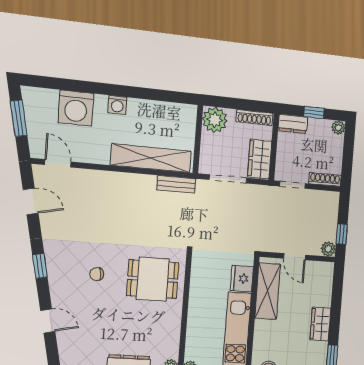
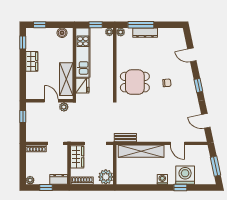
window: (86, 87) -> (180, 188), added
door: (58, 163) -> (177, 143), moved
plant: (328, 249) -> (64, 107), moved

